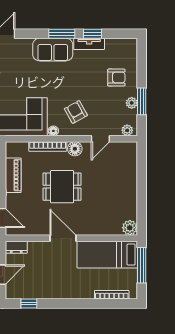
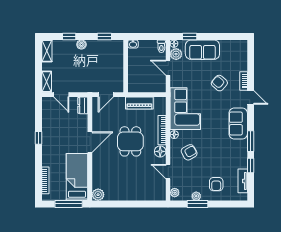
tv unit: (89, 44) -> (243, 181), moved
sofa: (53, 50) -> (238, 123), moved
window: (29, 303) -> (38, 138), moved

